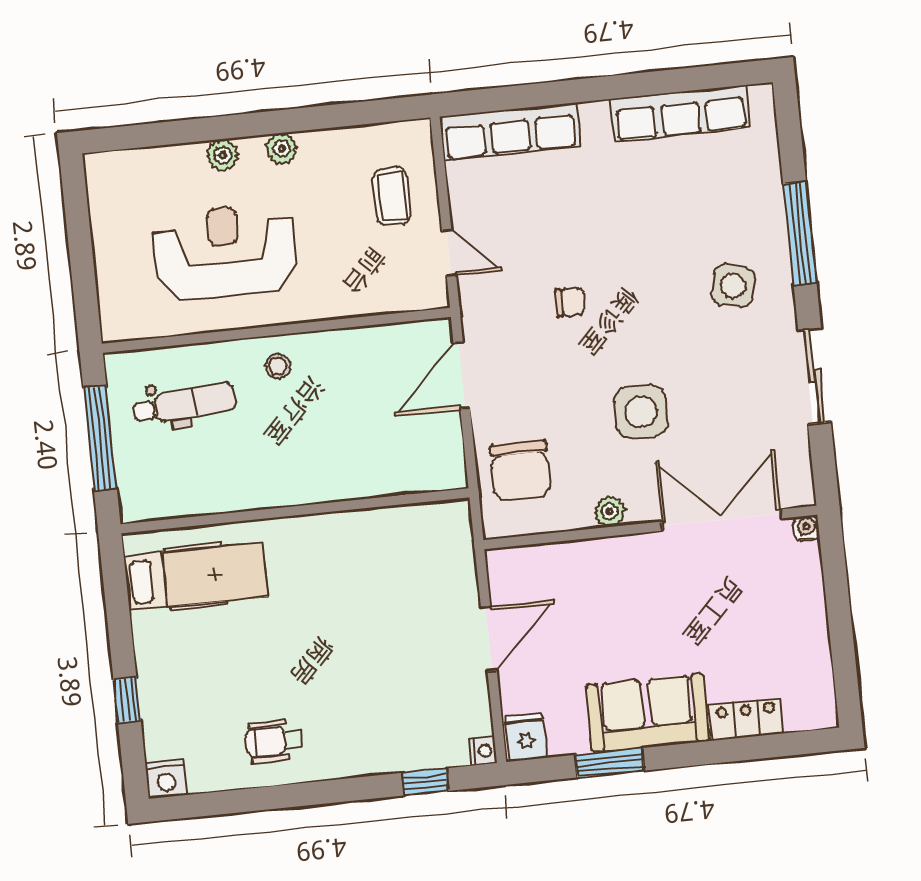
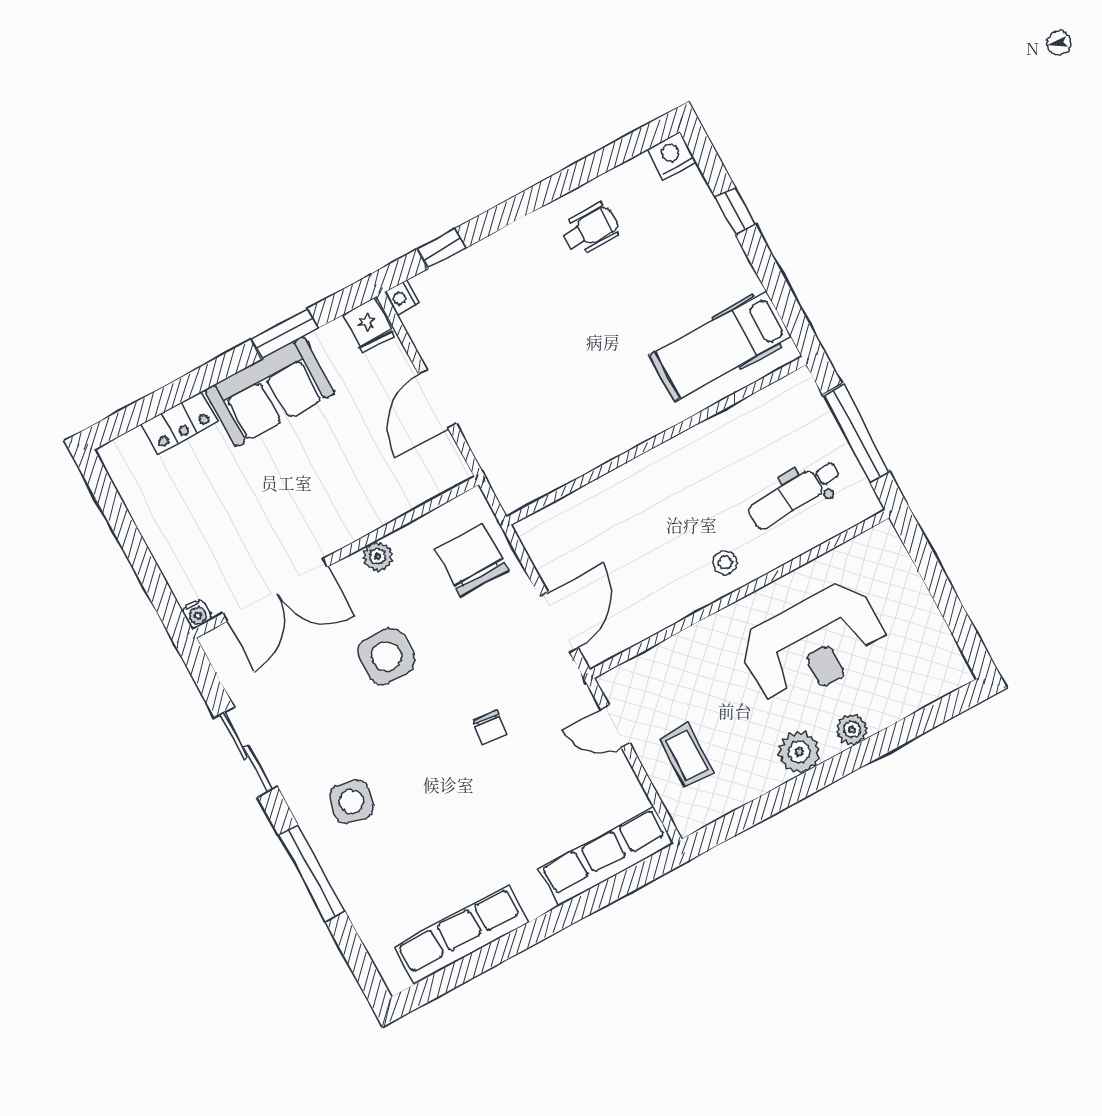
plant: (282, 149) -> (799, 752), width x1.38, depth x1.38
chair: (570, 302) -> (490, 727), turned -83

